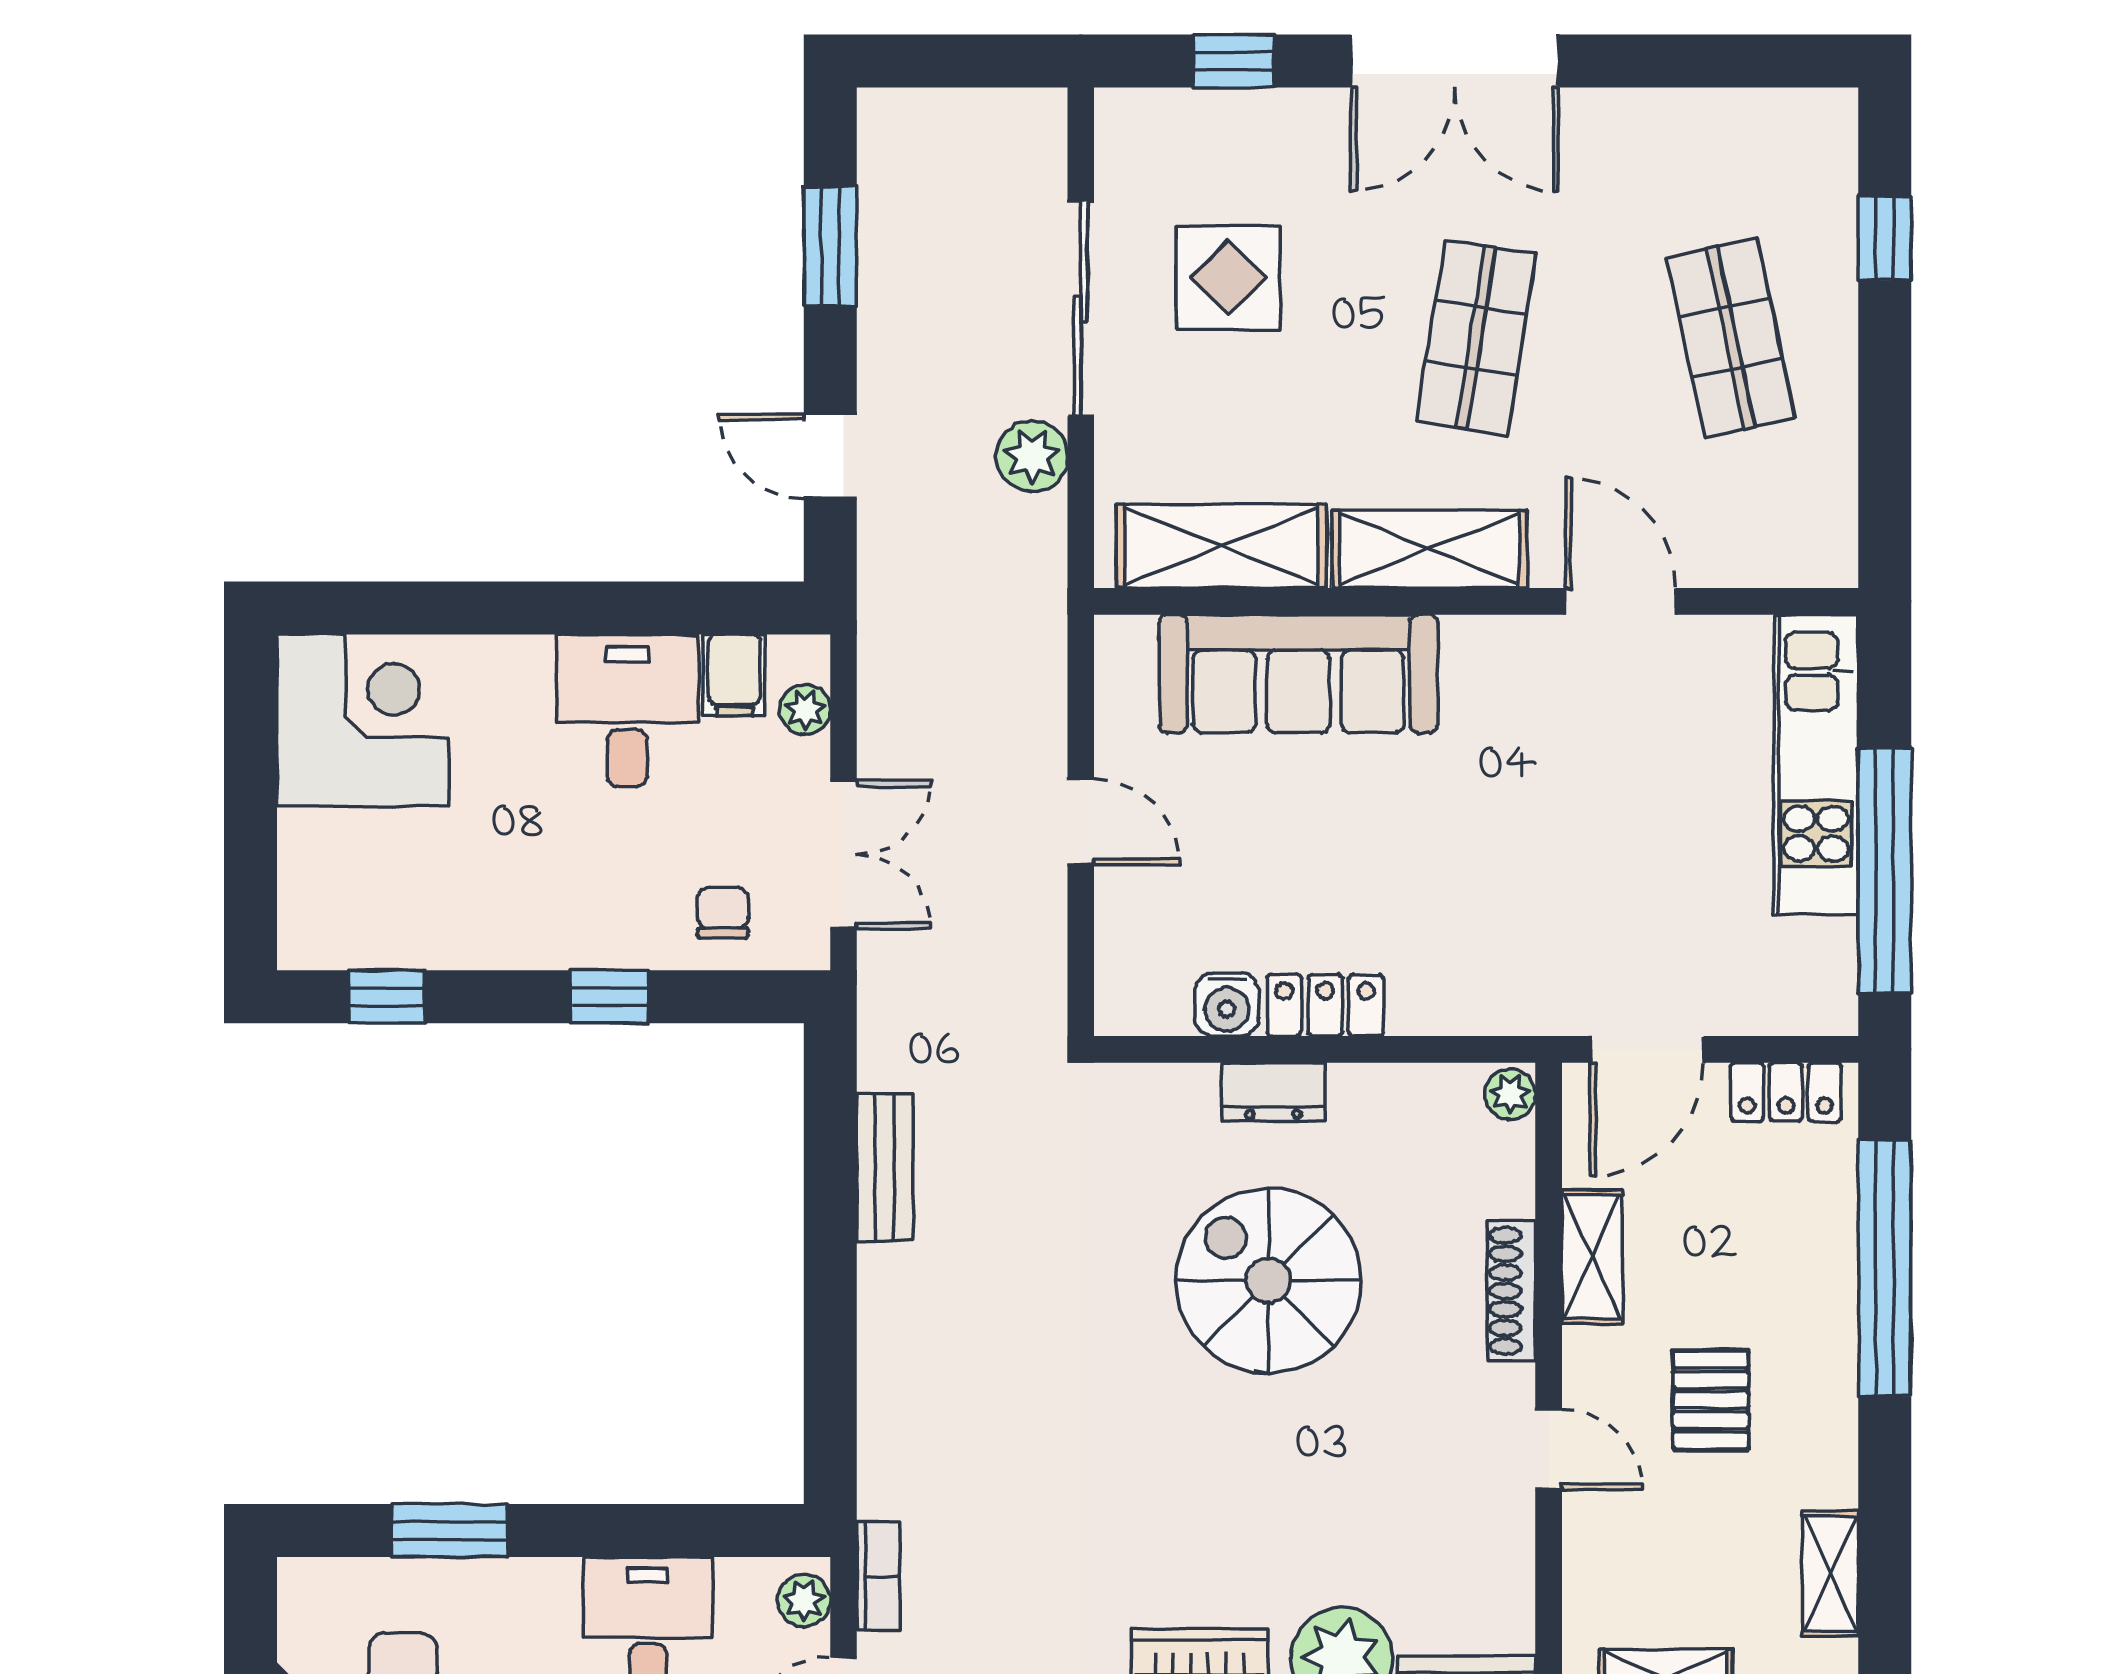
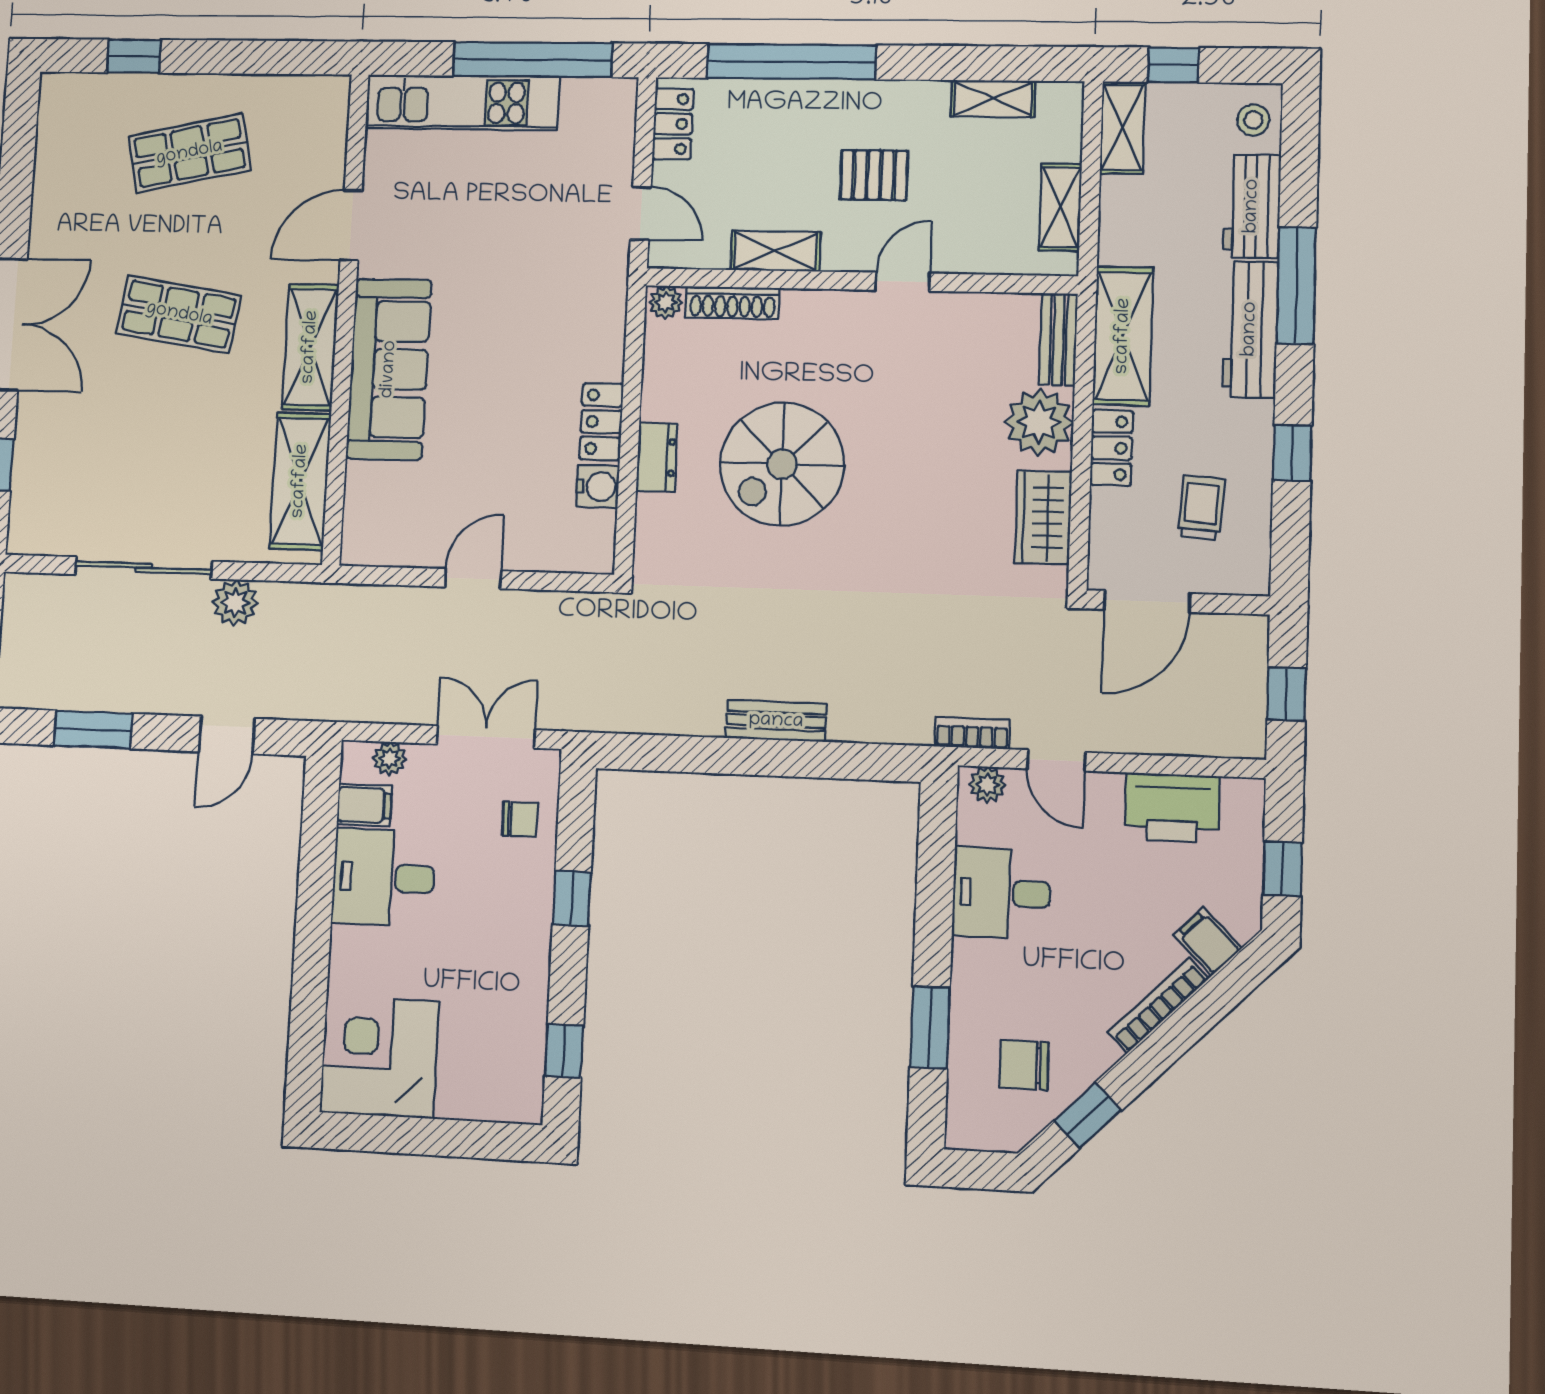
display table: (1228, 278) -> (130, 472), removed
sofa: (1298, 674) -> (389, 369), moved
chair: (723, 912) -> (520, 819), turned 180
door: (1647, 1049) -> (641, 213), width x0.73
bench: (885, 1167) -> (776, 721), moved
shoe rack: (1511, 1291) -> (733, 303), moved

